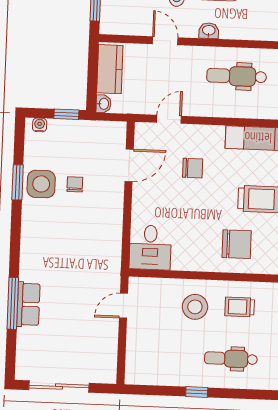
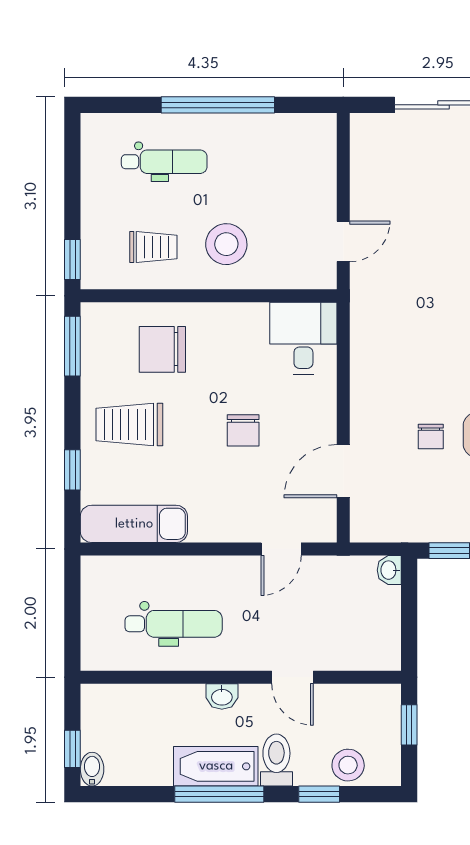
kitchen counter: (110, 69) -> (381, 627), removed
chair: (193, 168) -> (243, 430), moved, turned -90
window: (197, 392) -> (218, 105), width x3.17

